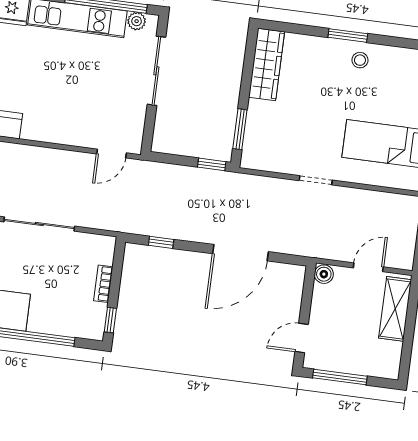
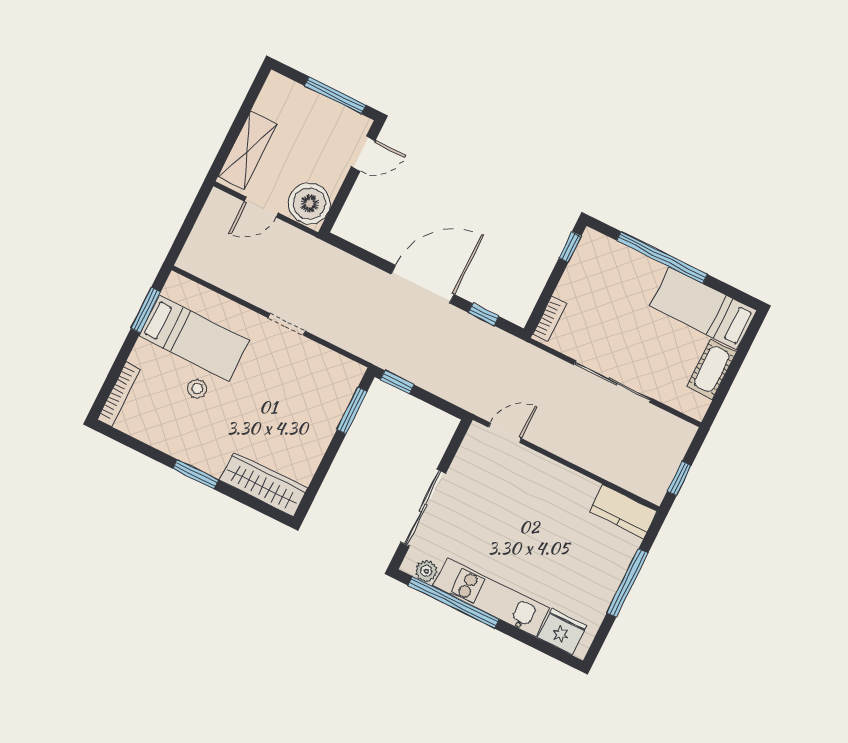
stool: (360, 60) -> (197, 389), moved
wardrobe: (267, 64) -> (263, 484), moved, turned 90
door: (240, 253) -> (423, 284), moved
boiler: (324, 274) -> (309, 204), width x1.86, depth x1.86
bookcase: (103, 284) -> (550, 319), moved

